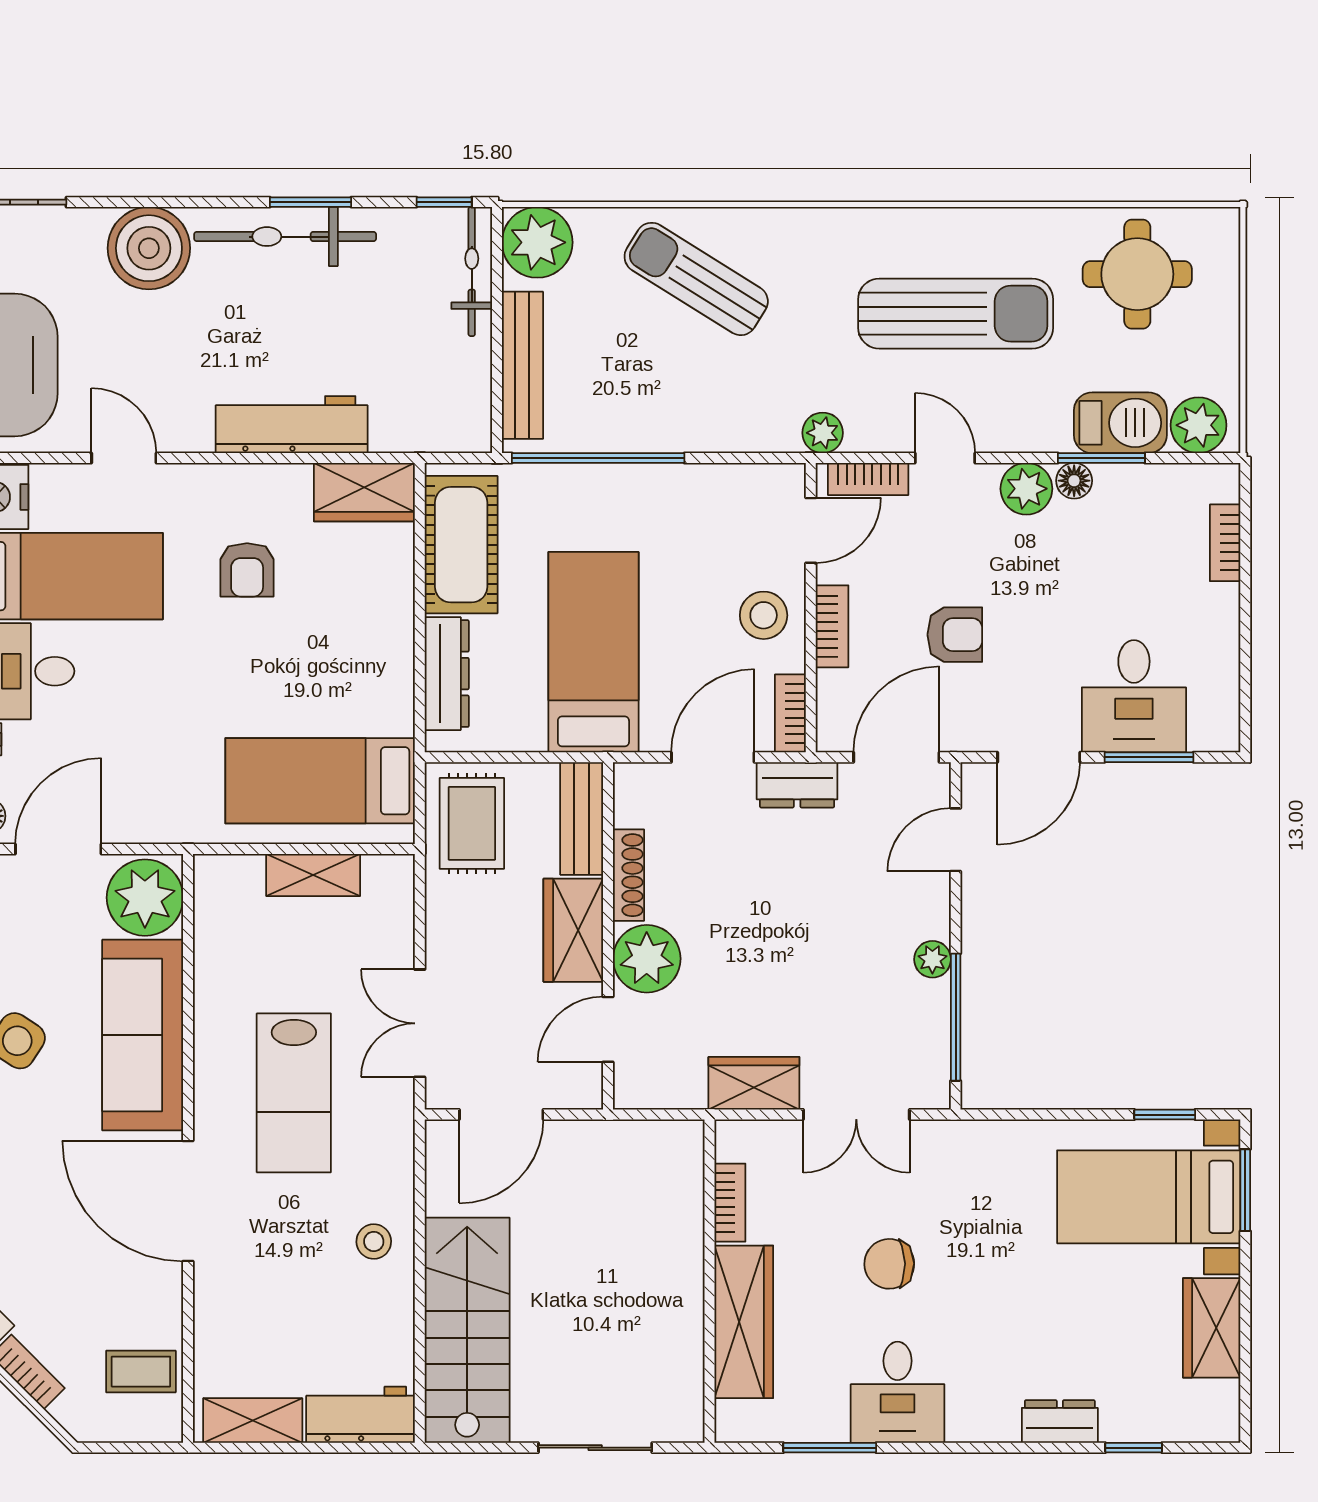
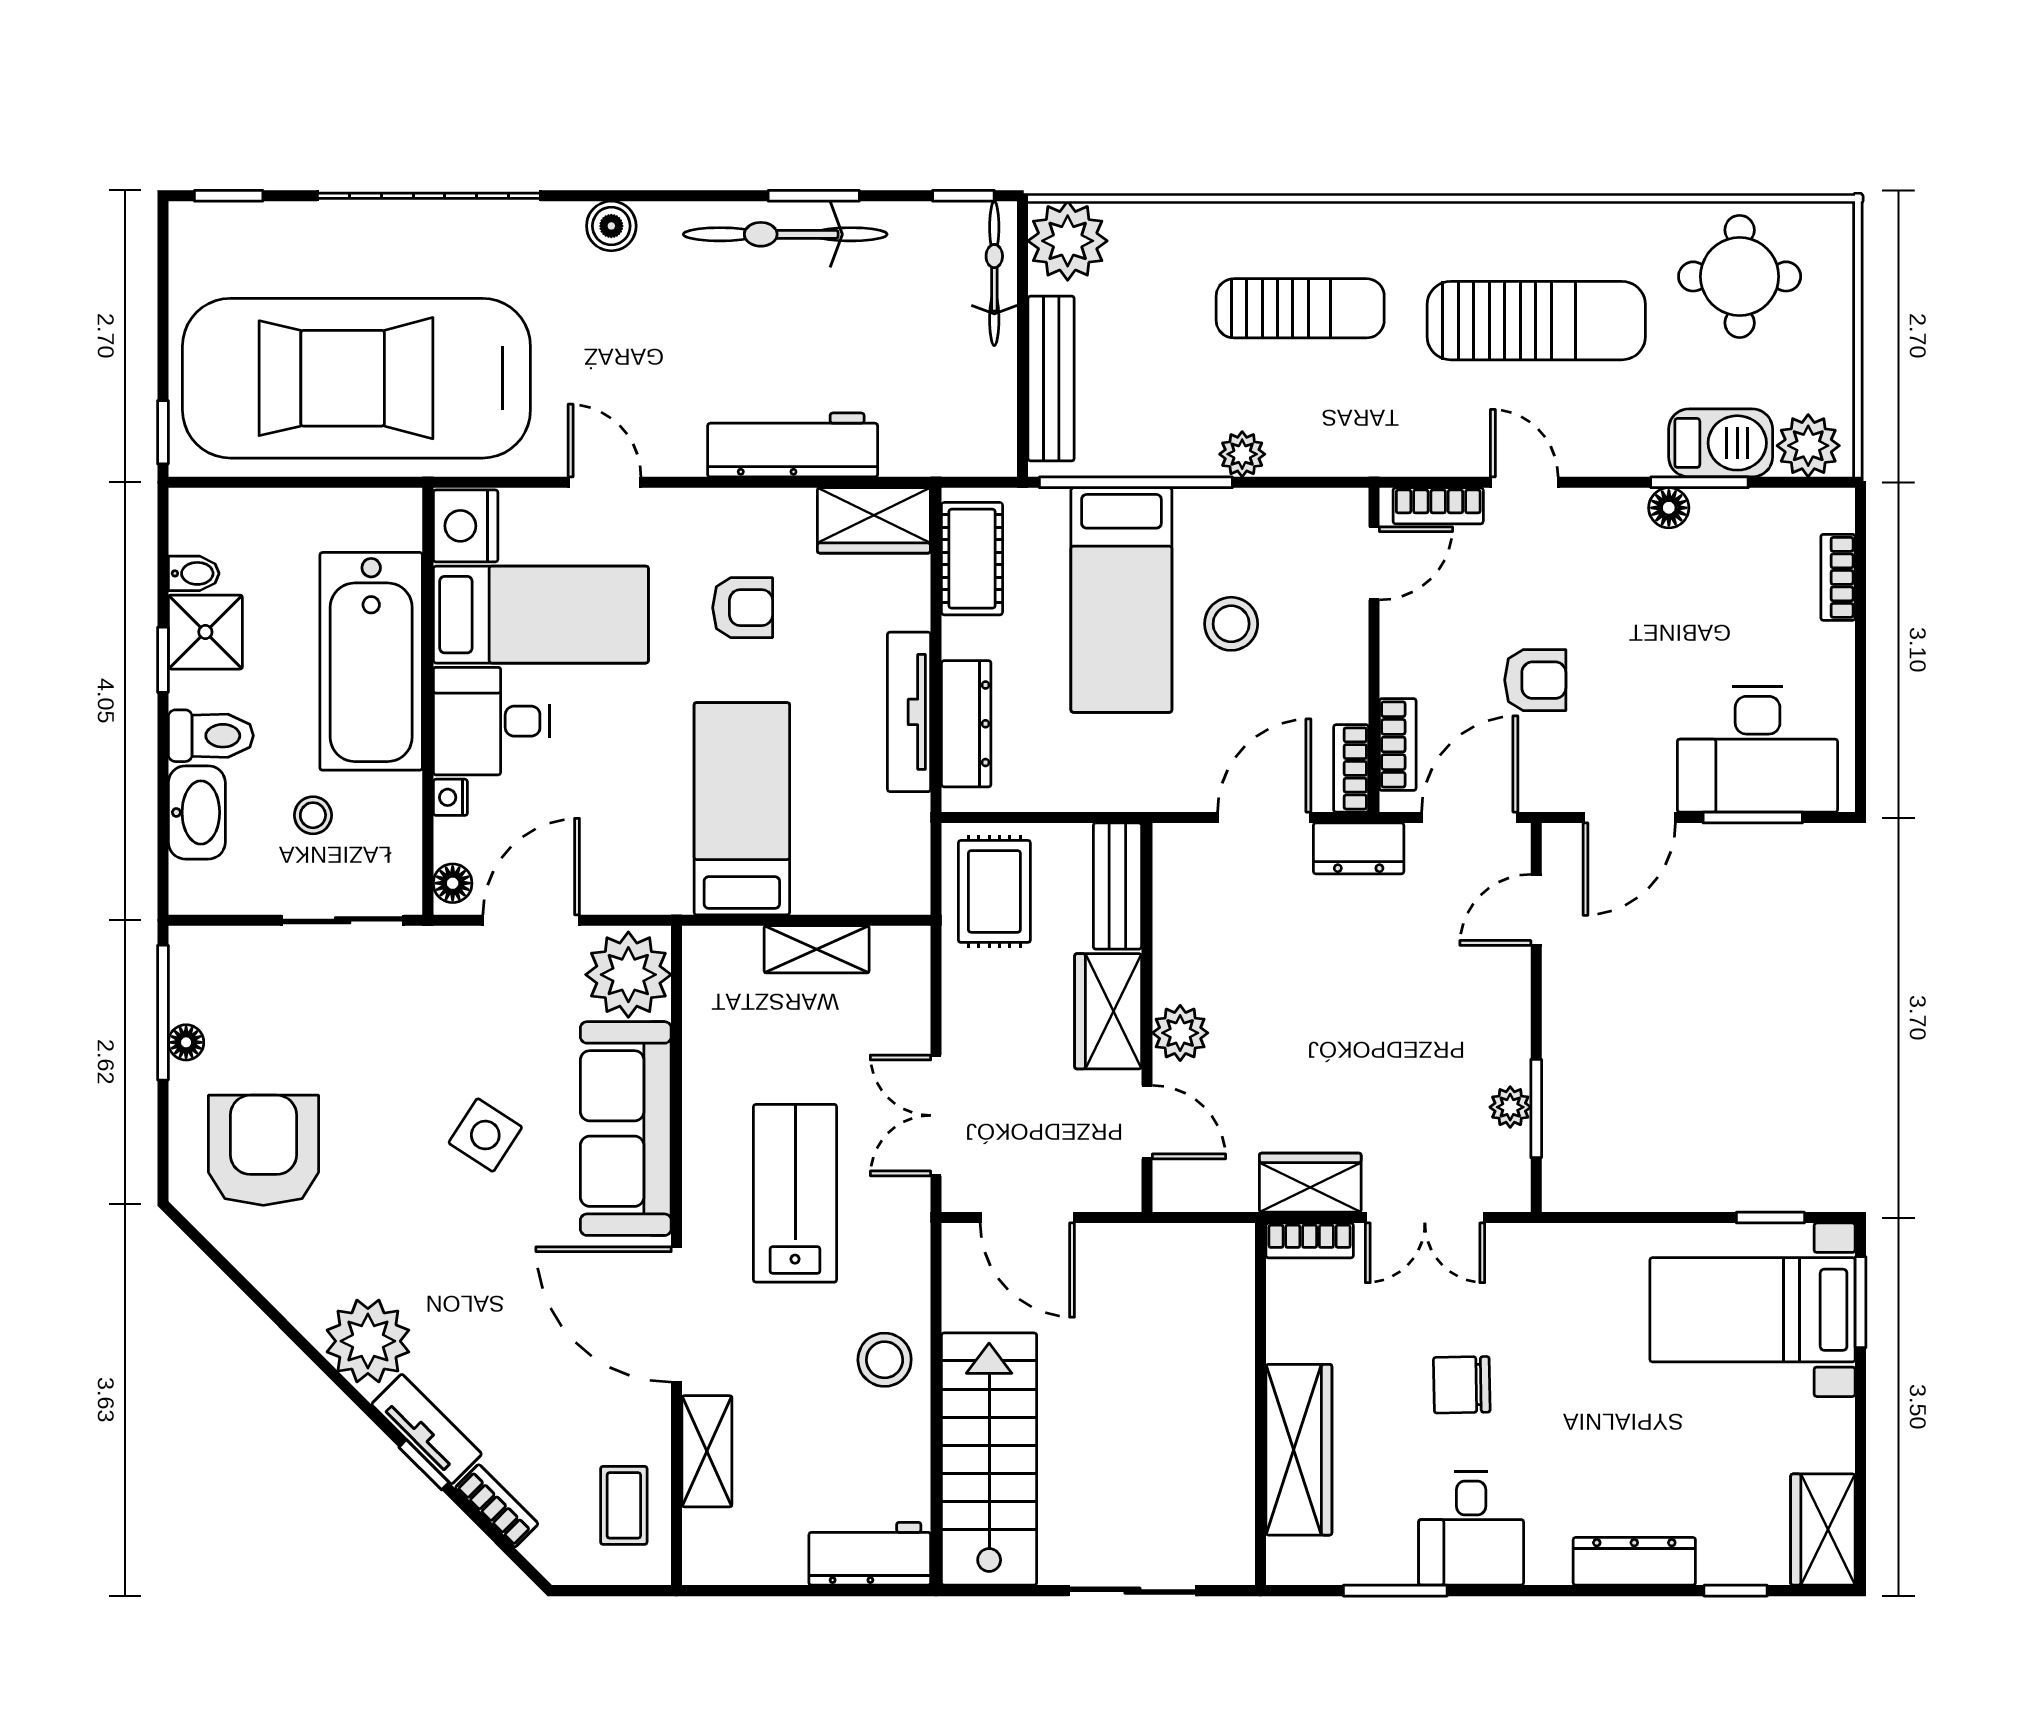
boiler: (149, 248) -> (611, 226), width x0.54, depth x0.54
sun lounger: (696, 279) -> (1300, 308), moved, turned 148
plant: (823, 433) -> (1242, 454), moved
plant: (1026, 489) -> (1615, 517), removed
cot: (461, 545) -> (972, 559), width x0.73, depth x0.75
armchair: (247, 570) -> (743, 608), turned -90
stool: (764, 615) -> (1231, 624), moved
bookcase: (832, 626) -> (1398, 744), moved
bed: (593, 652) -> (1121, 600), moved, turned 180
tv unit: (396, 663) -> (909, 712), added
desk: (1134, 696) -> (1758, 749), width x1.37
bed: (320, 781) -> (742, 809), moved, turned 90
shoe rack: (628, 875) -> (1170, 950), removed
plant: (647, 959) -> (1180, 1033), width x0.73, depth x0.73
plant: (932, 959) -> (1510, 1107), moved
window: (956, 1017) -> (1536, 1109), width x0.69
door: (608, 1029) -> (1147, 1122), swing flipped
lab bench: (294, 1093) -> (795, 1193), turned 180
door: (501, 1115) -> (1027, 1218), hinge flipped
bookcase: (730, 1203) -> (1310, 1240), moved, turned 90
stool: (374, 1242) -> (885, 1360), width x1.37, depth x1.37
wardrobe: (1212, 1328) -> (1823, 1530), moved
coffee table: (141, 1372) -> (624, 1505), turned 90
shelving: (253, 1421) -> (707, 1451), moved, turned 90
dresser: (1060, 1421) -> (1634, 1561), width x1.44

